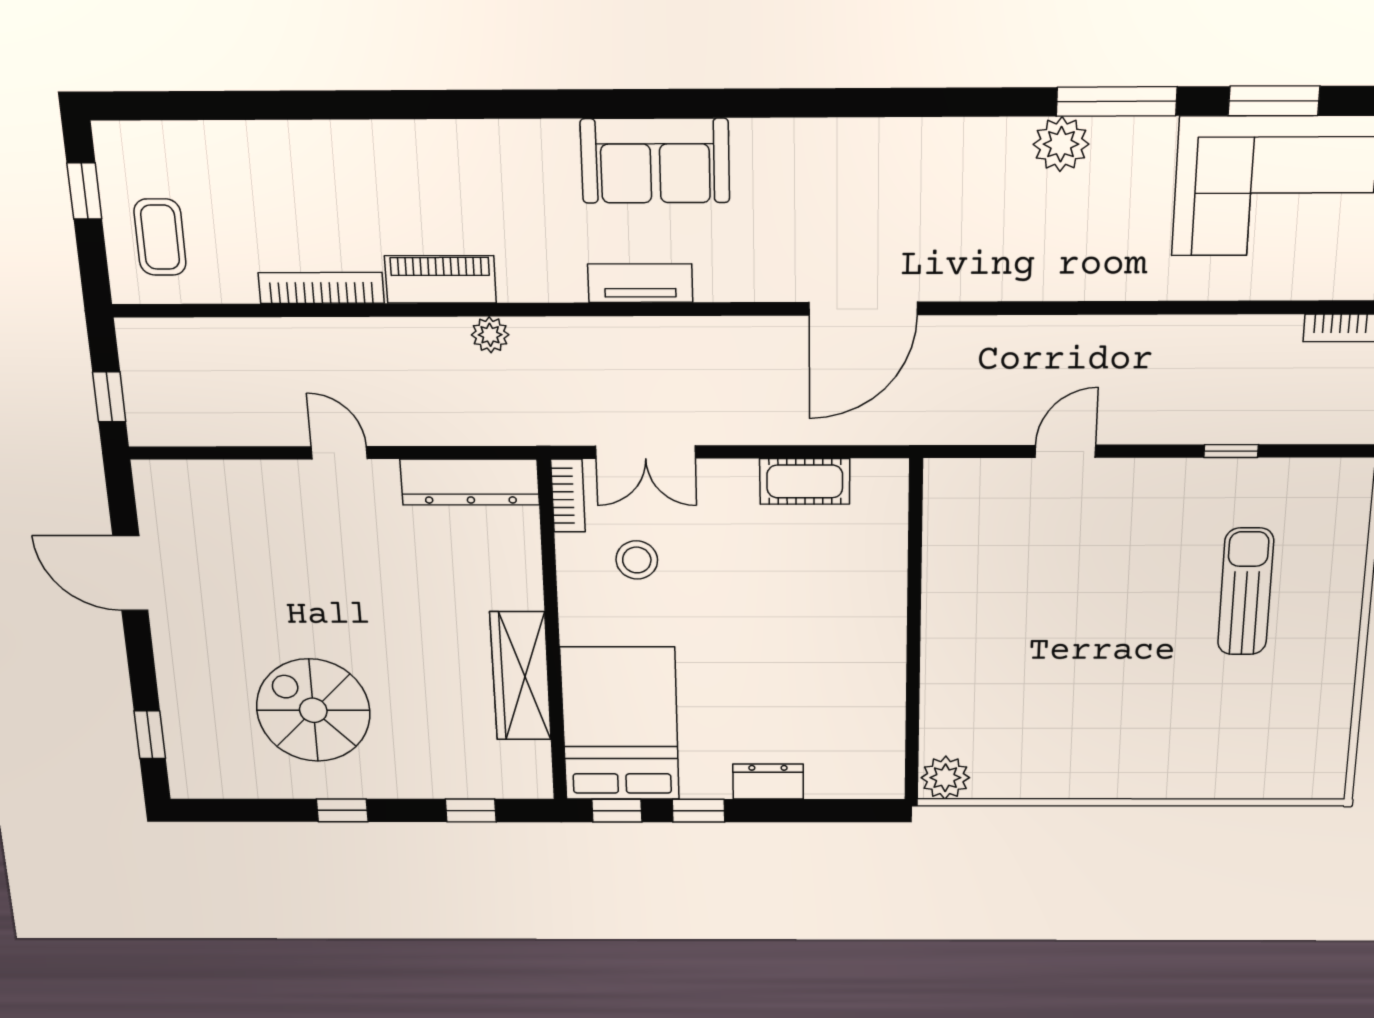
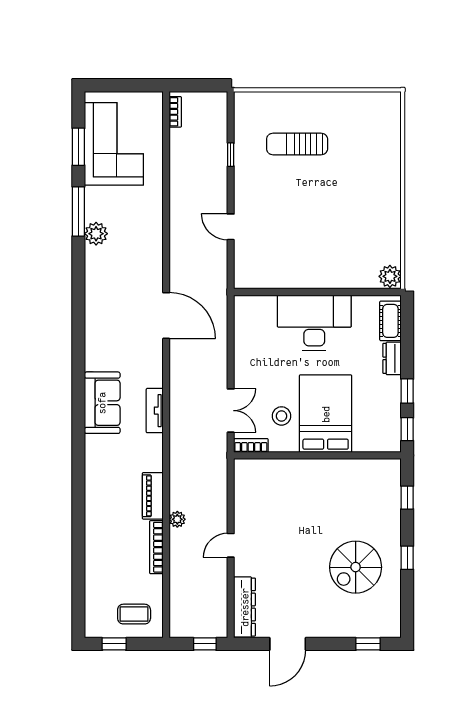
plant: (490, 335) -> (177, 519), moved
cot: (805, 481) -> (390, 321), moved
dresser: (470, 482) -> (245, 607), moved
desk: (846, 627) -> (314, 323), added
wardrobe: (521, 676) -> (338, 471), removed
bed: (620, 724) -> (326, 414), moved, turned 90

